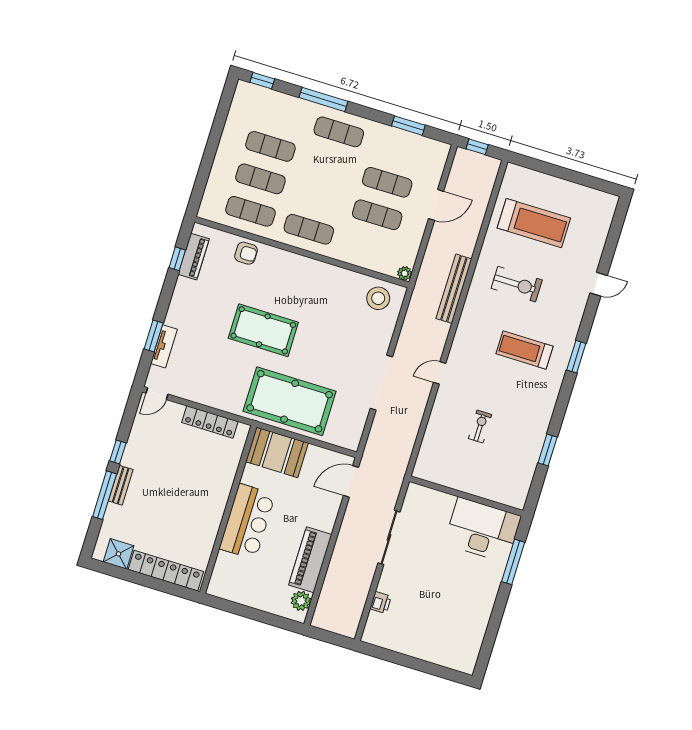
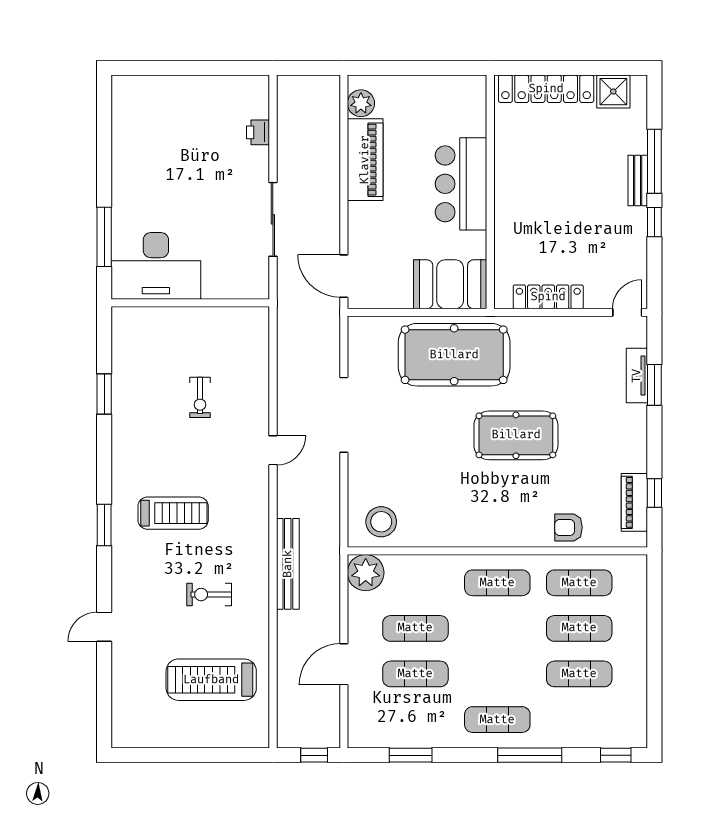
plant: (405, 273) -> (366, 573), width x1.87, depth x1.87
exercise bike: (517, 284) -> (209, 595), width x0.73, depth x0.72
door: (351, 481) -> (344, 276), swing flipped

